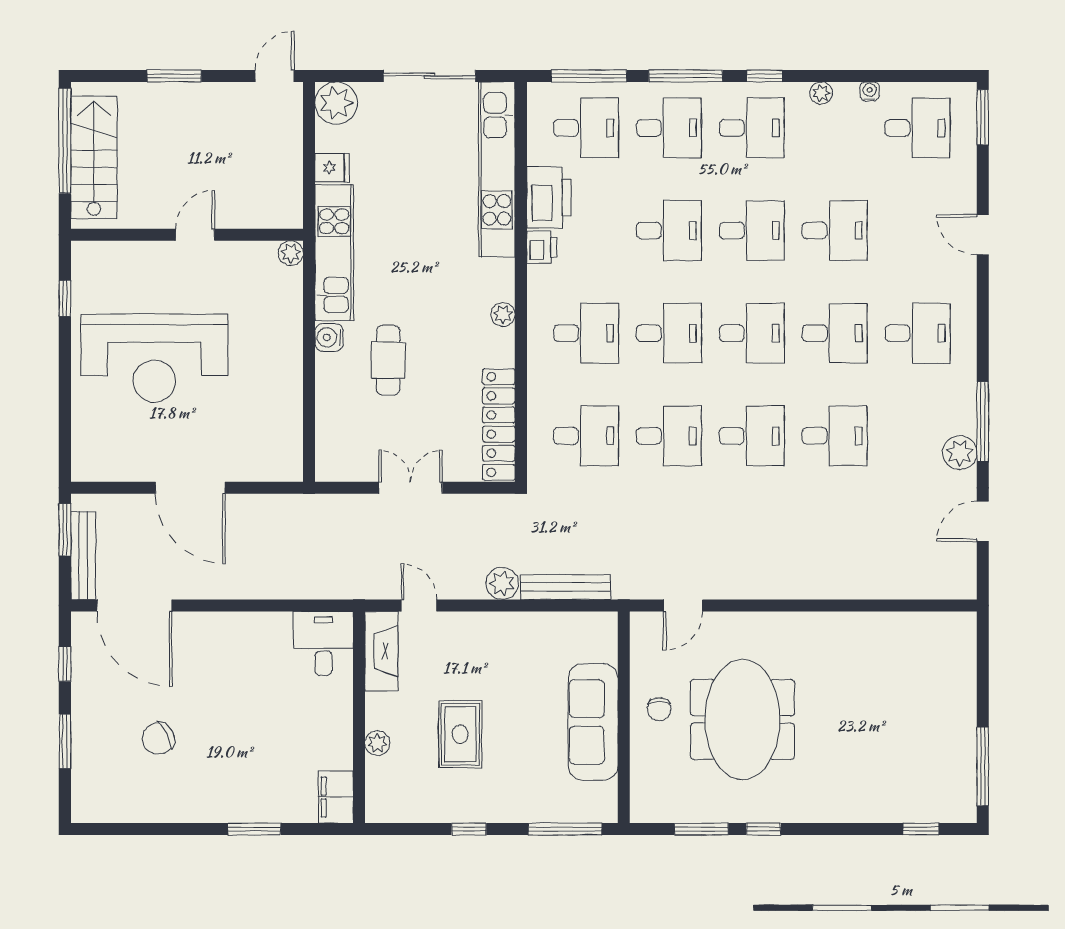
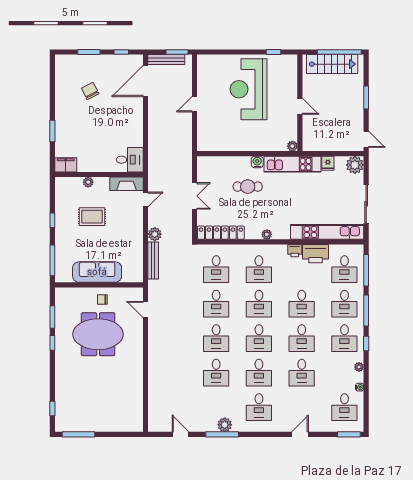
plant: (960, 453) -> (225, 425), moved
door: (190, 488) -> (195, 104), width x0.53

